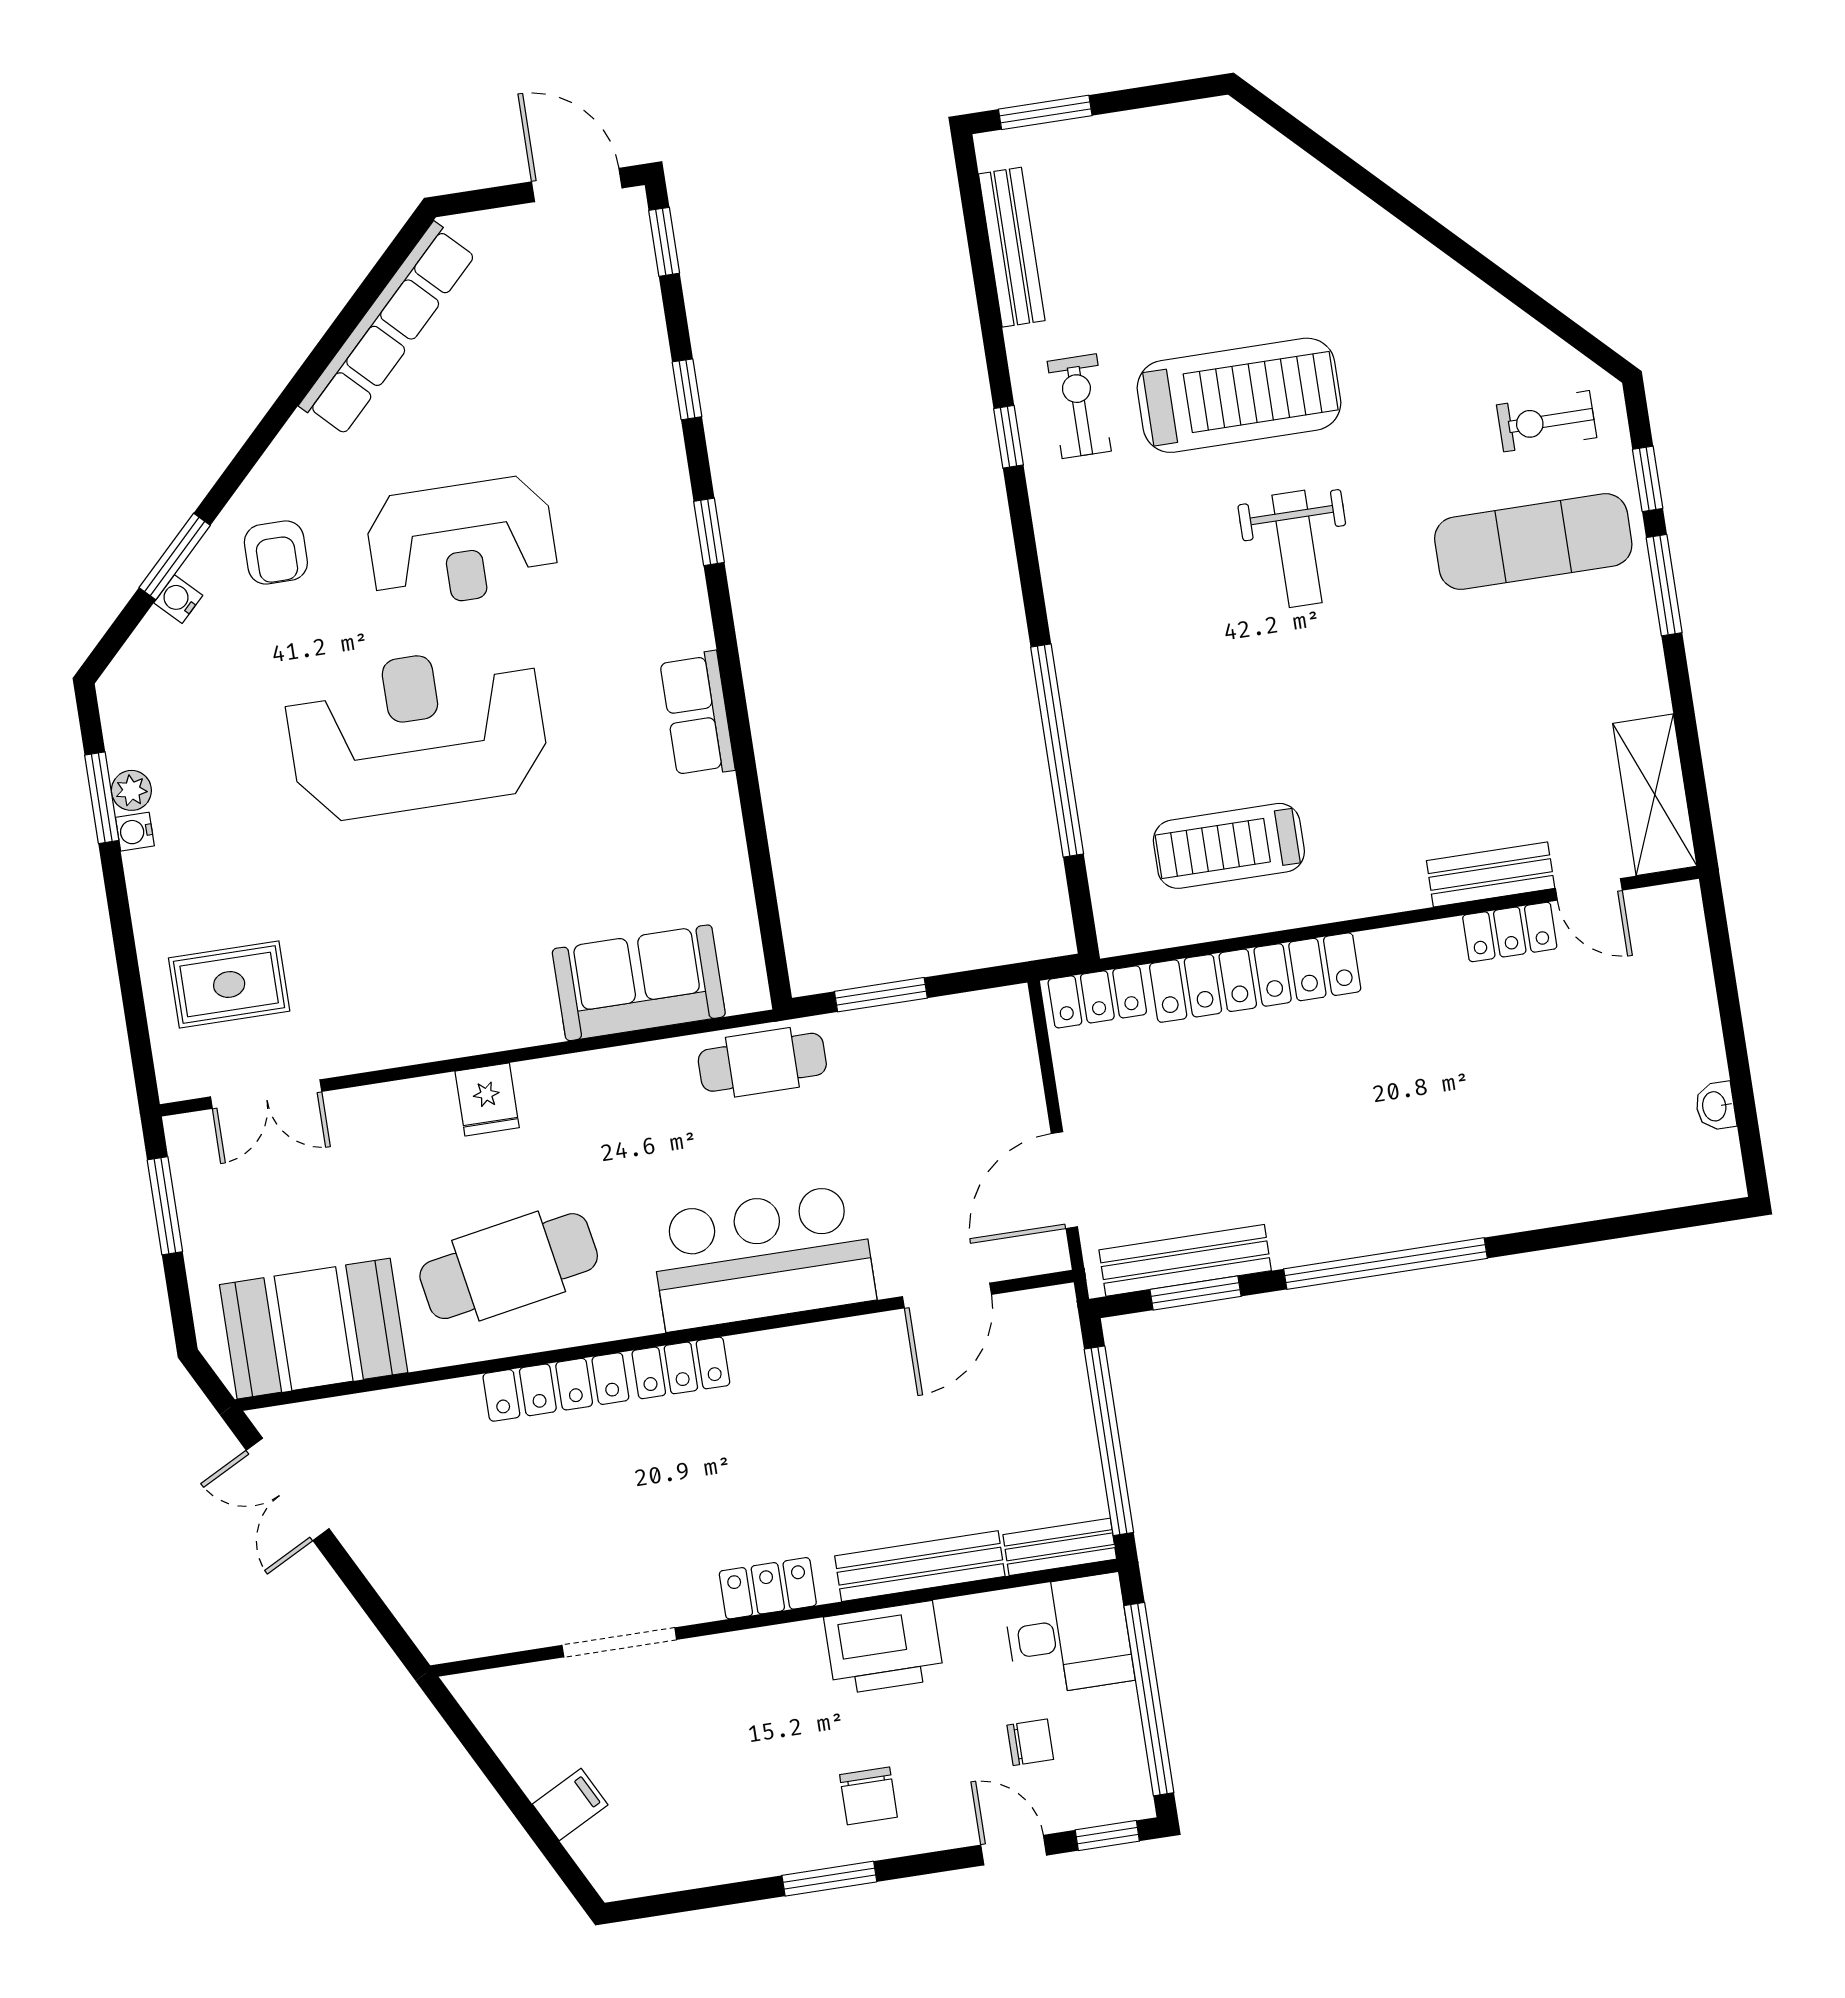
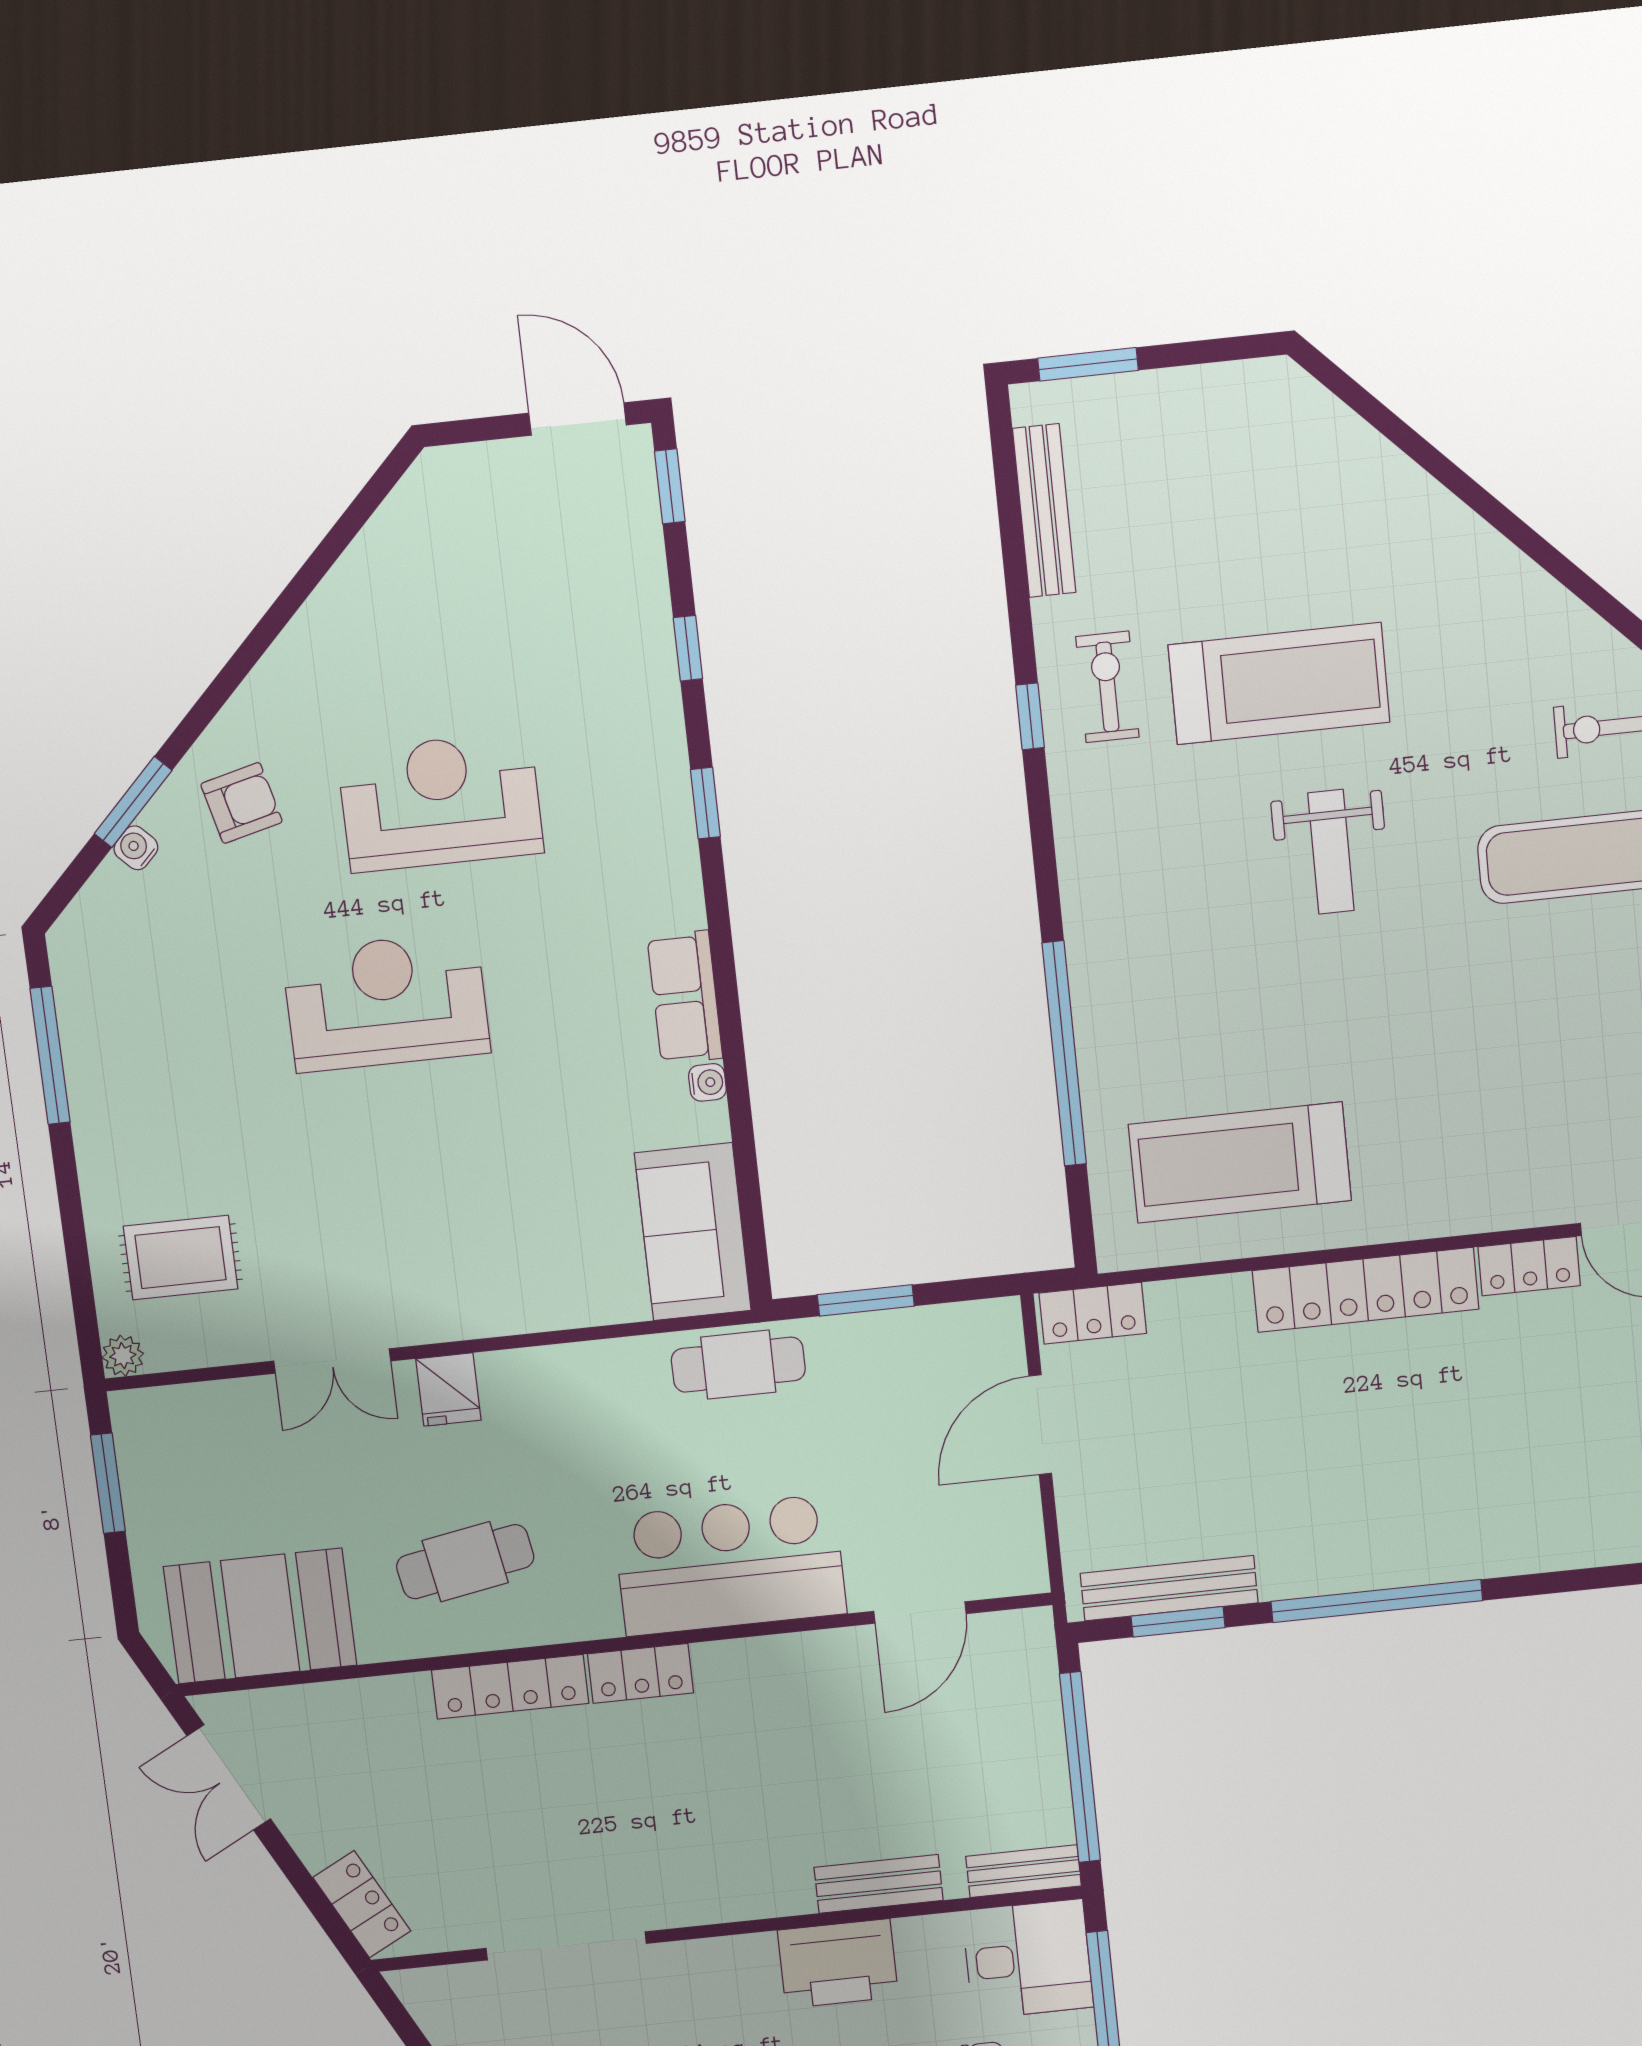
row of seats: (388, 329) -> (368, 567), removed
reception desk: (462, 543) -> (440, 802), turned 180
armchair: (276, 552) -> (242, 803), turned -104
reception desk: (417, 732) -> (386, 1002), width x0.74, depth x0.77
plant: (131, 790) -> (123, 1356), moved
window: (102, 798) -> (50, 1055), width x1.44
water cooler: (135, 832) -> (707, 1082), moved, turned 180
treadmill: (1229, 846) -> (1240, 1162), width x1.37, depth x1.38
bench: (1491, 874) -> (1513, 1205), removed
locker: (1255, 978) -> (1366, 1290), moved
sofa: (639, 983) -> (693, 1232), moved, turned -90
double door: (266, 1094) -> (332, 1361), moved
door: (1064, 1180) -> (1040, 1425), moved
cafe table: (509, 1266) -> (465, 1562), width x0.73, depth x0.74
bench: (920, 1566) -> (879, 1884), width x0.73
locker: (768, 1588) -> (362, 1904), moved, turned 62
doorway: (619, 1642) -> (566, 1946), width x1.36

